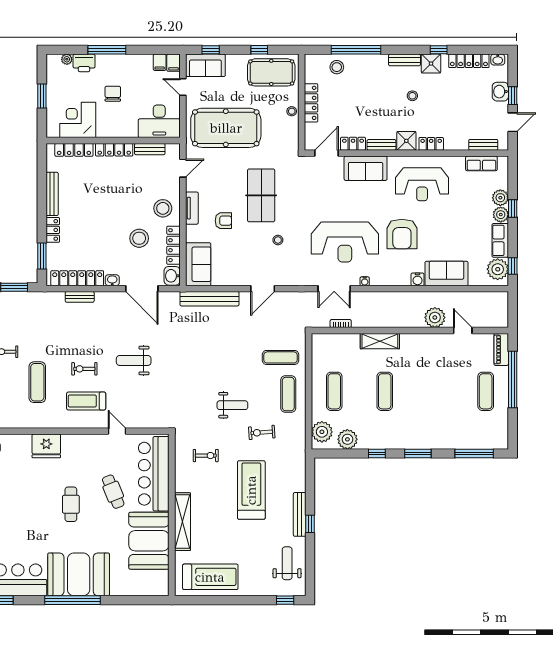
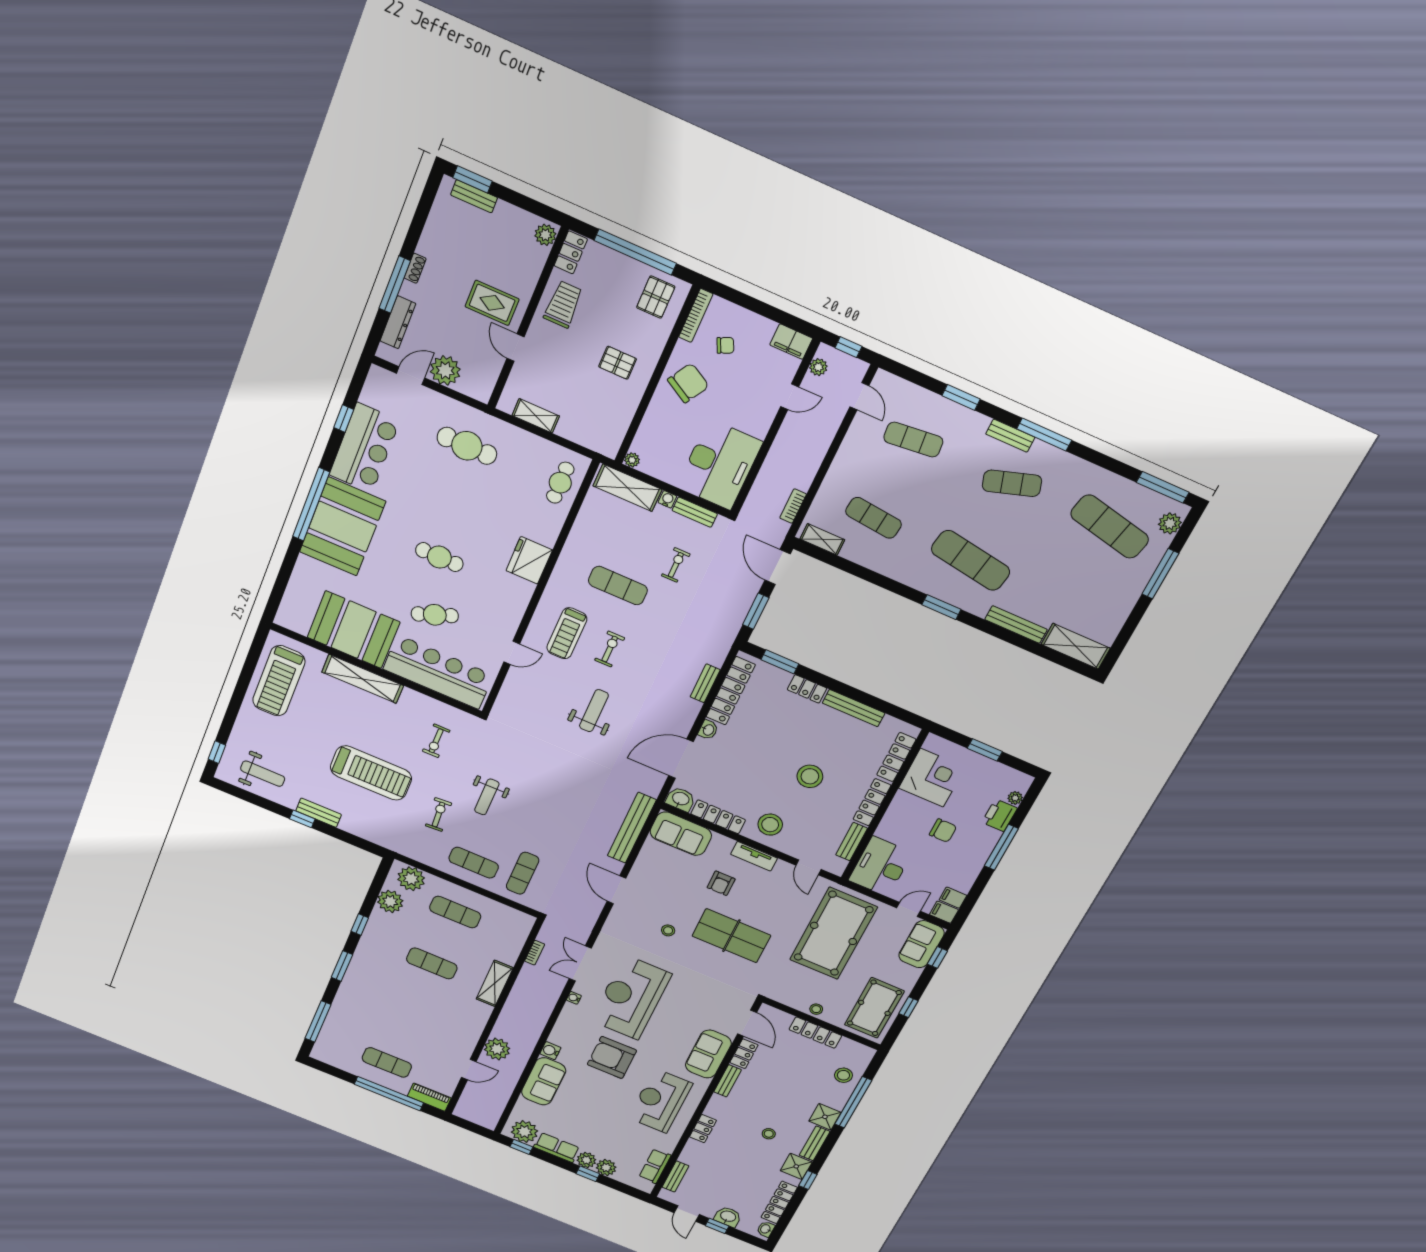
shower: (406, 141) -> (825, 1117), moved
stool: (139, 238) -> (810, 776), moved
treadmill: (86, 401) -> (567, 633), turned 180
bench: (300, 514) -> (319, 813), width x0.73

